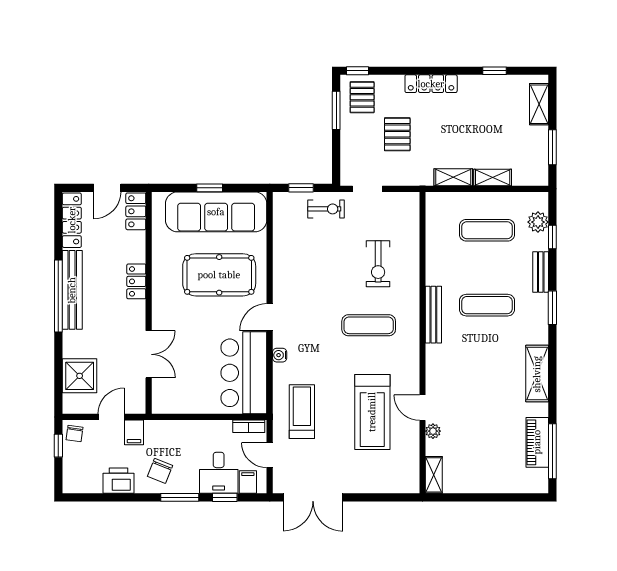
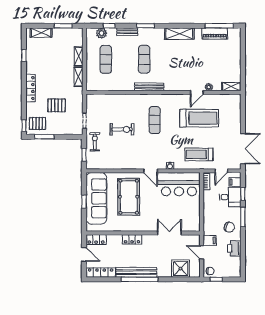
exercise bike: (378, 264) -> (122, 129), moved

